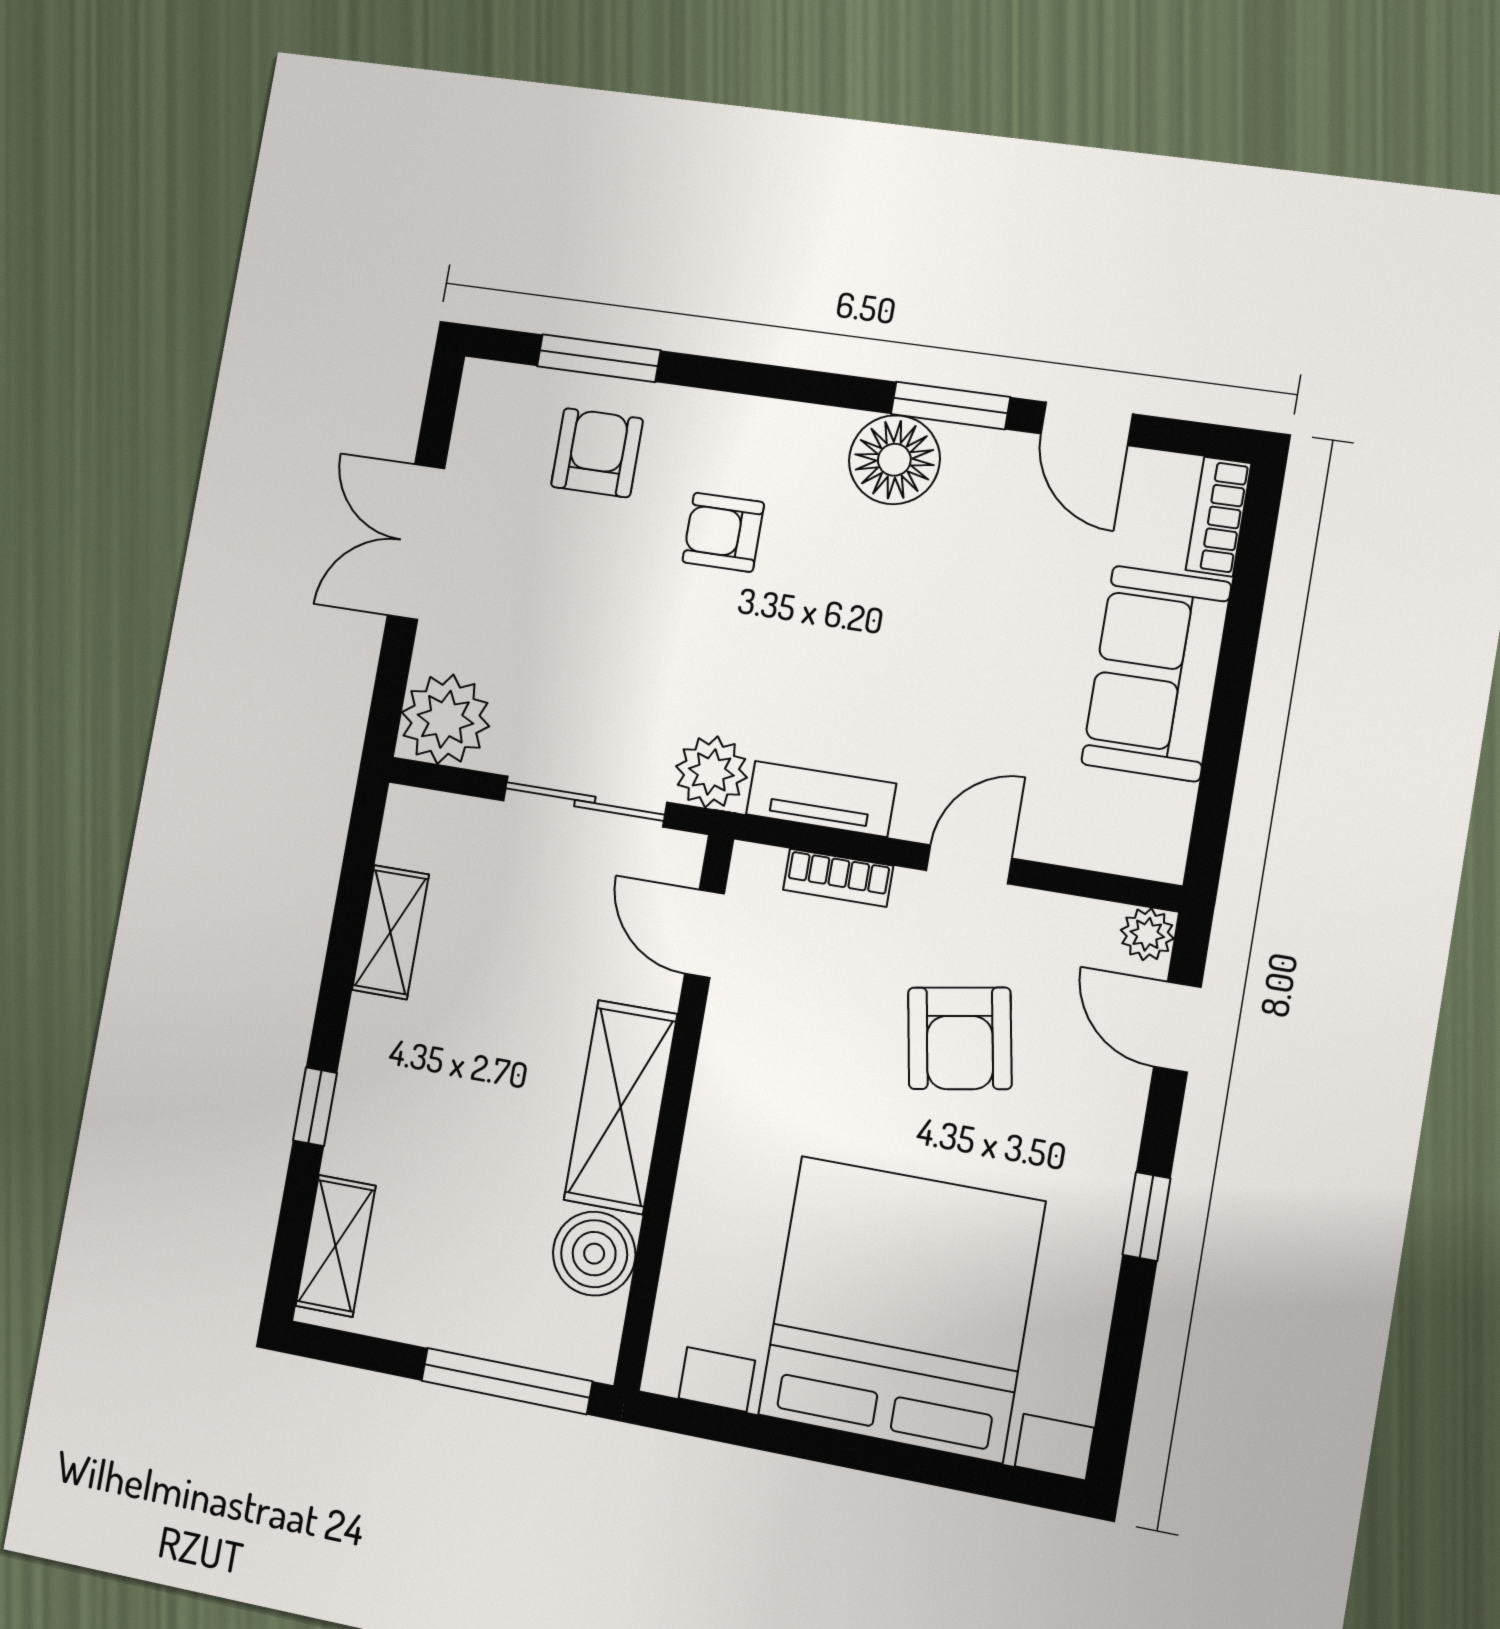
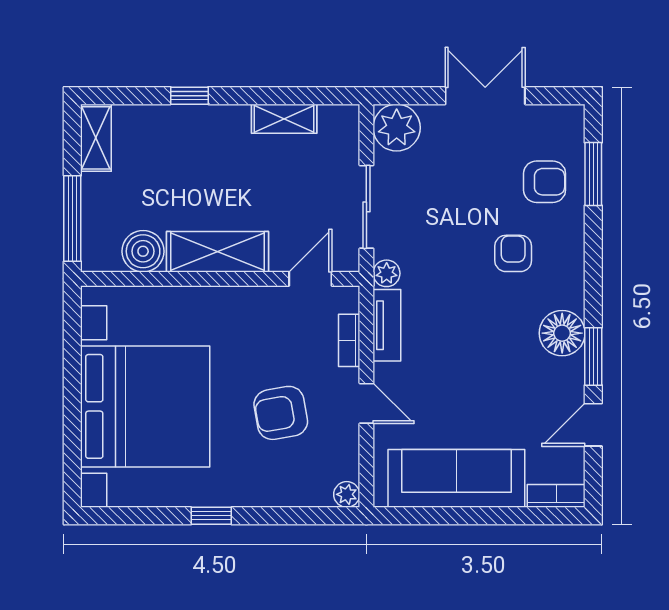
sofa: (1156, 673) -> (456, 478), width x1.36
plant: (711, 772) -> (387, 273), width x0.73, depth x0.73
door: (1177, 1027) -> (304, 516), removed
shelving: (336, 1246) -> (96, 138), moved, turned 90

